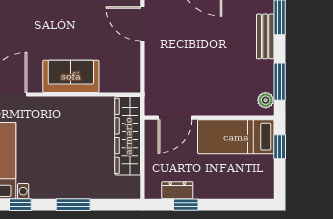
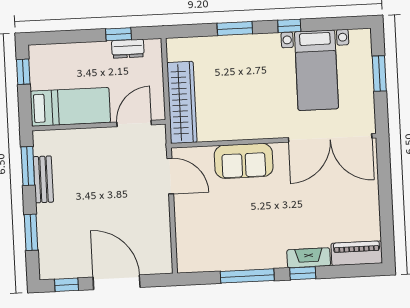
door: (142, 24) -> (170, 176), moved
bench: (265, 36) -> (43, 179), moved
plant: (266, 100) -> (41, 146), removed
window: (280, 147) -> (23, 72), moved

